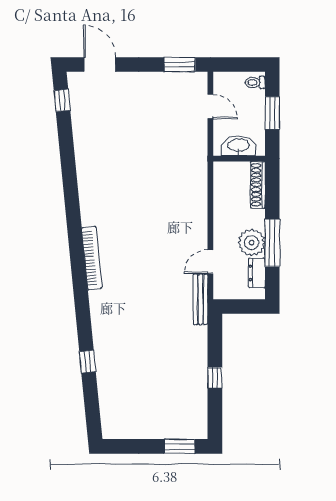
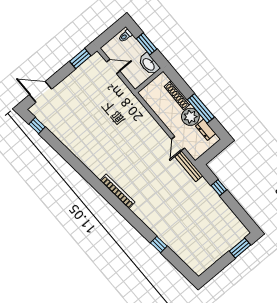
washbasin: (239, 146) -> (149, 64), moved, turned -90
shoe rack: (258, 185) -> (177, 95), moved
window: (215, 378) -> (219, 188), moved

